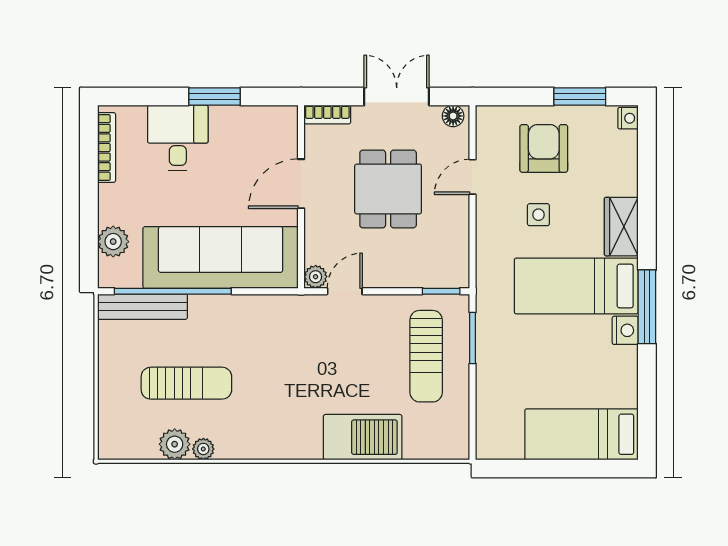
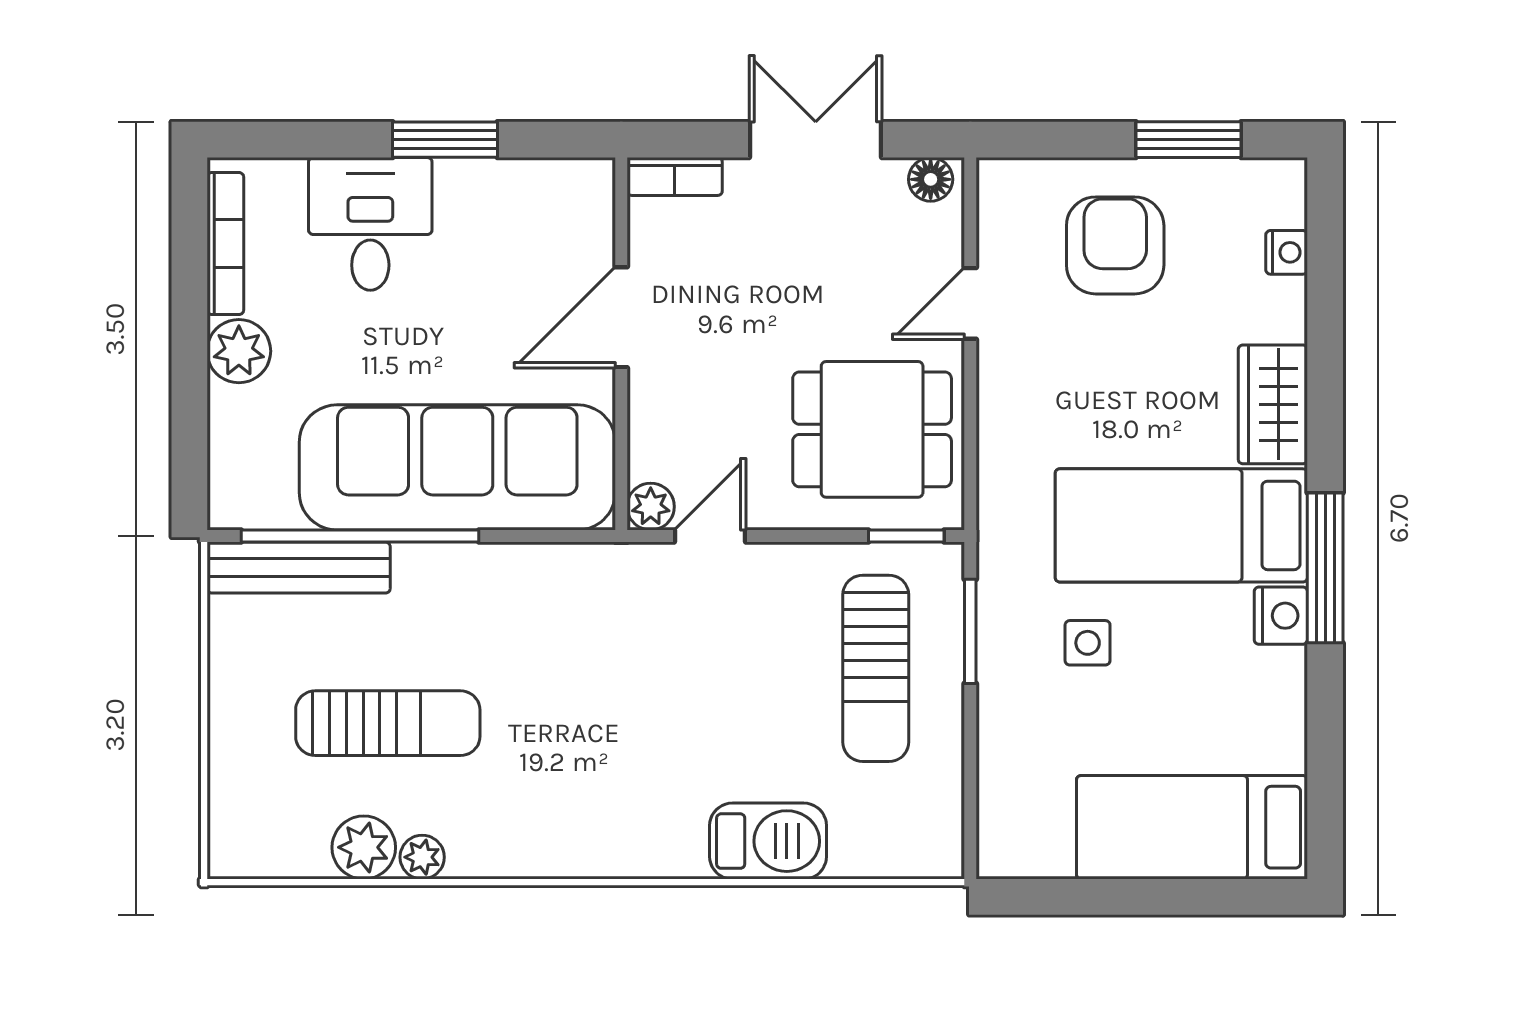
nightstand: (628, 118) -> (1287, 252), moved
dining table: (388, 189) -> (872, 429), moved, turned 90
side table: (538, 215) -> (1088, 643), moved
plant: (113, 242) -> (239, 351), moved
barbecue: (363, 437) -> (768, 841), width x0.73, depth x0.83

